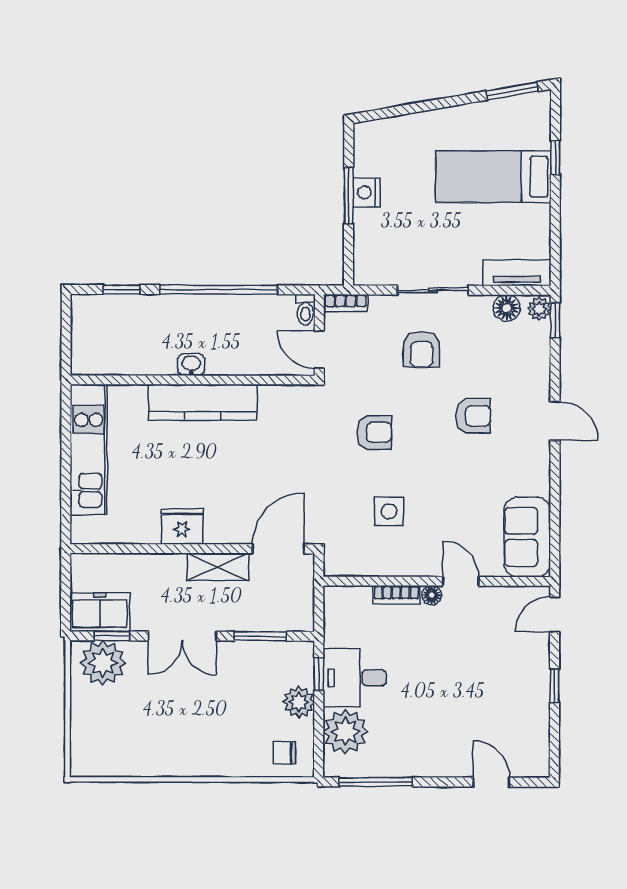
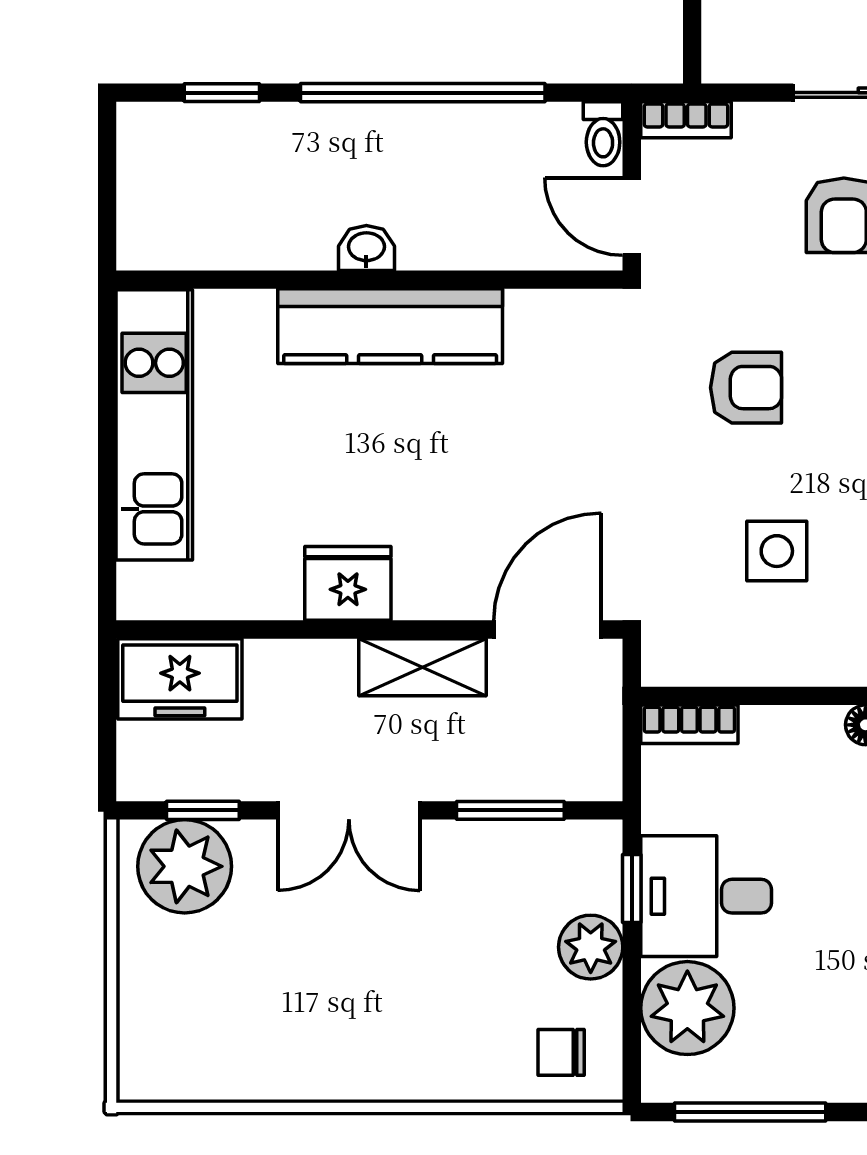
bookcase: (396, 595) -> (689, 724), moved
freezer: (100, 612) -> (180, 679), moved, turned 180

